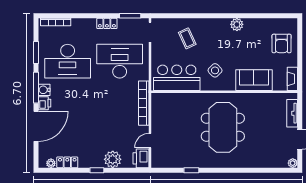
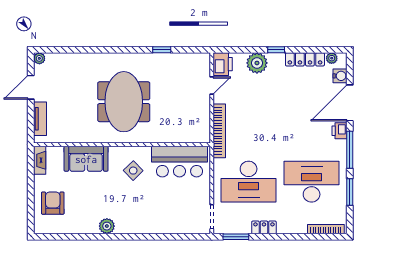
coffee table: (187, 38) -> (167, 209), removed
water cooler: (44, 90) -> (340, 76), moved
locker: (67, 162) -> (305, 59), width x1.53

